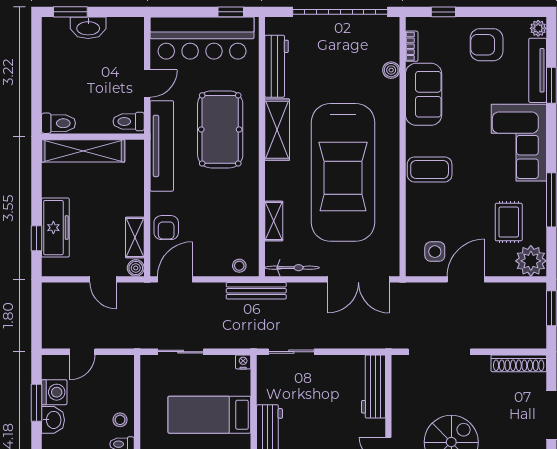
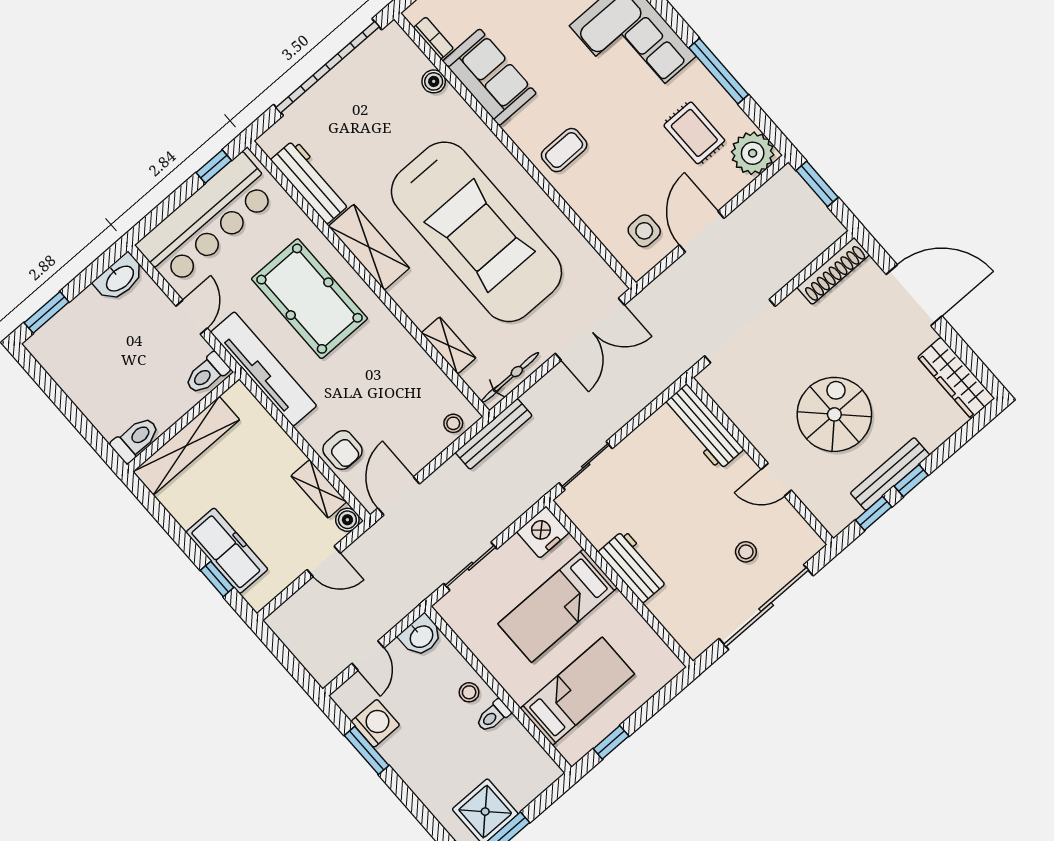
washbasin: (88, 28) -> (119, 278), moved
coffee table: (430, 169) -> (564, 150), width x0.73, depth x0.77
nightstand: (243, 362) -> (543, 532), width x1.89, depth x1.79
washbasin: (53, 420) -> (421, 636), moved, turned 90

